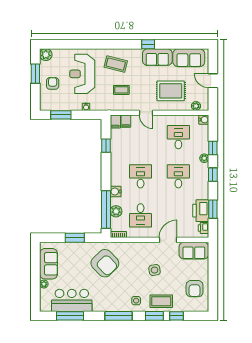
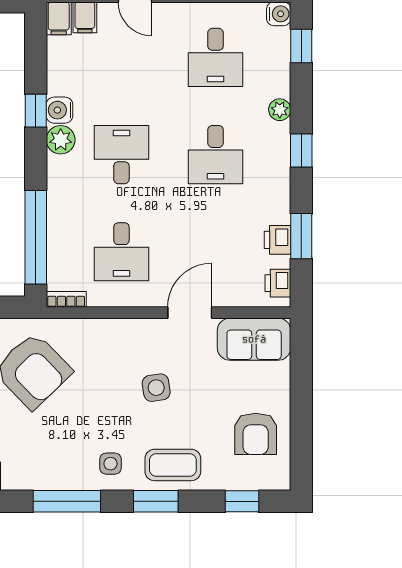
desk: (178, 137) -> (216, 57), turned 180
window: (106, 146) -> (36, 111), moved
window: (213, 148) -> (301, 46), moved
desk: (178, 176) -> (216, 155), turned 180
water cooler: (116, 192) -> (59, 110), moved
plant: (116, 211) -> (61, 140), moved
printer: (201, 211) -> (278, 240), width x0.53, depth x0.68
window: (176, 316) -> (242, 501), moved

